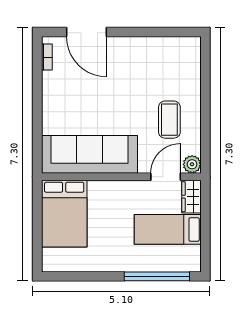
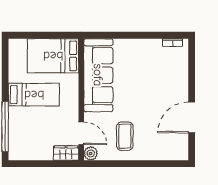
door: (86, 32) -> (192, 117), moved
coffee table: (169, 120) -> (125, 136), turned 90
bed: (168, 229) -> (34, 95), moved, turned 90

